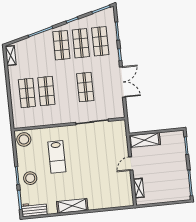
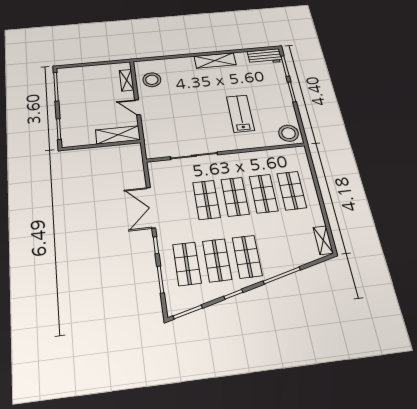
shop shelf: (66, 89) -> (235, 197), added
door: (131, 164) -> (138, 107), swing flipped
stool: (30, 178) -> (152, 80), moved

